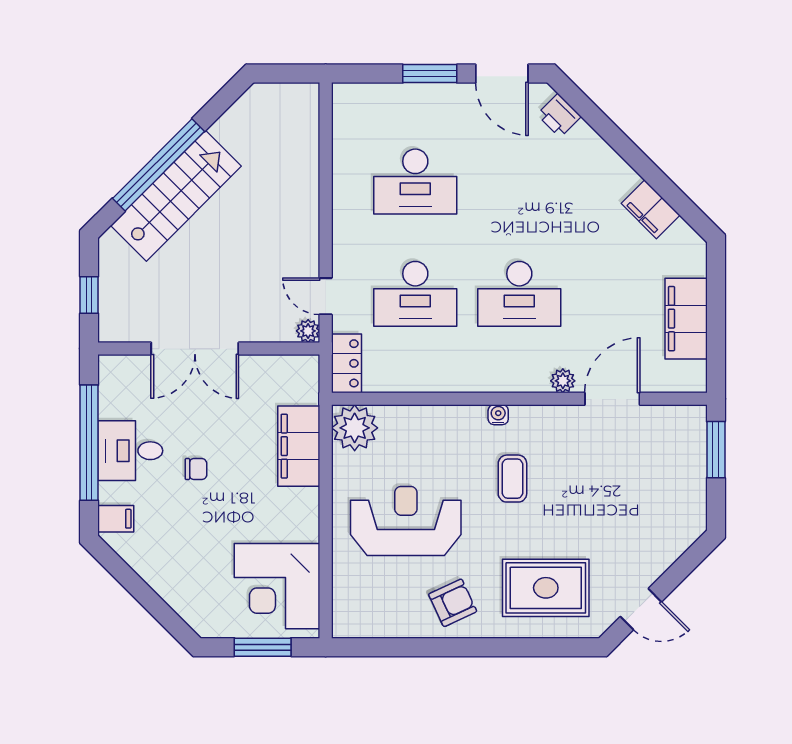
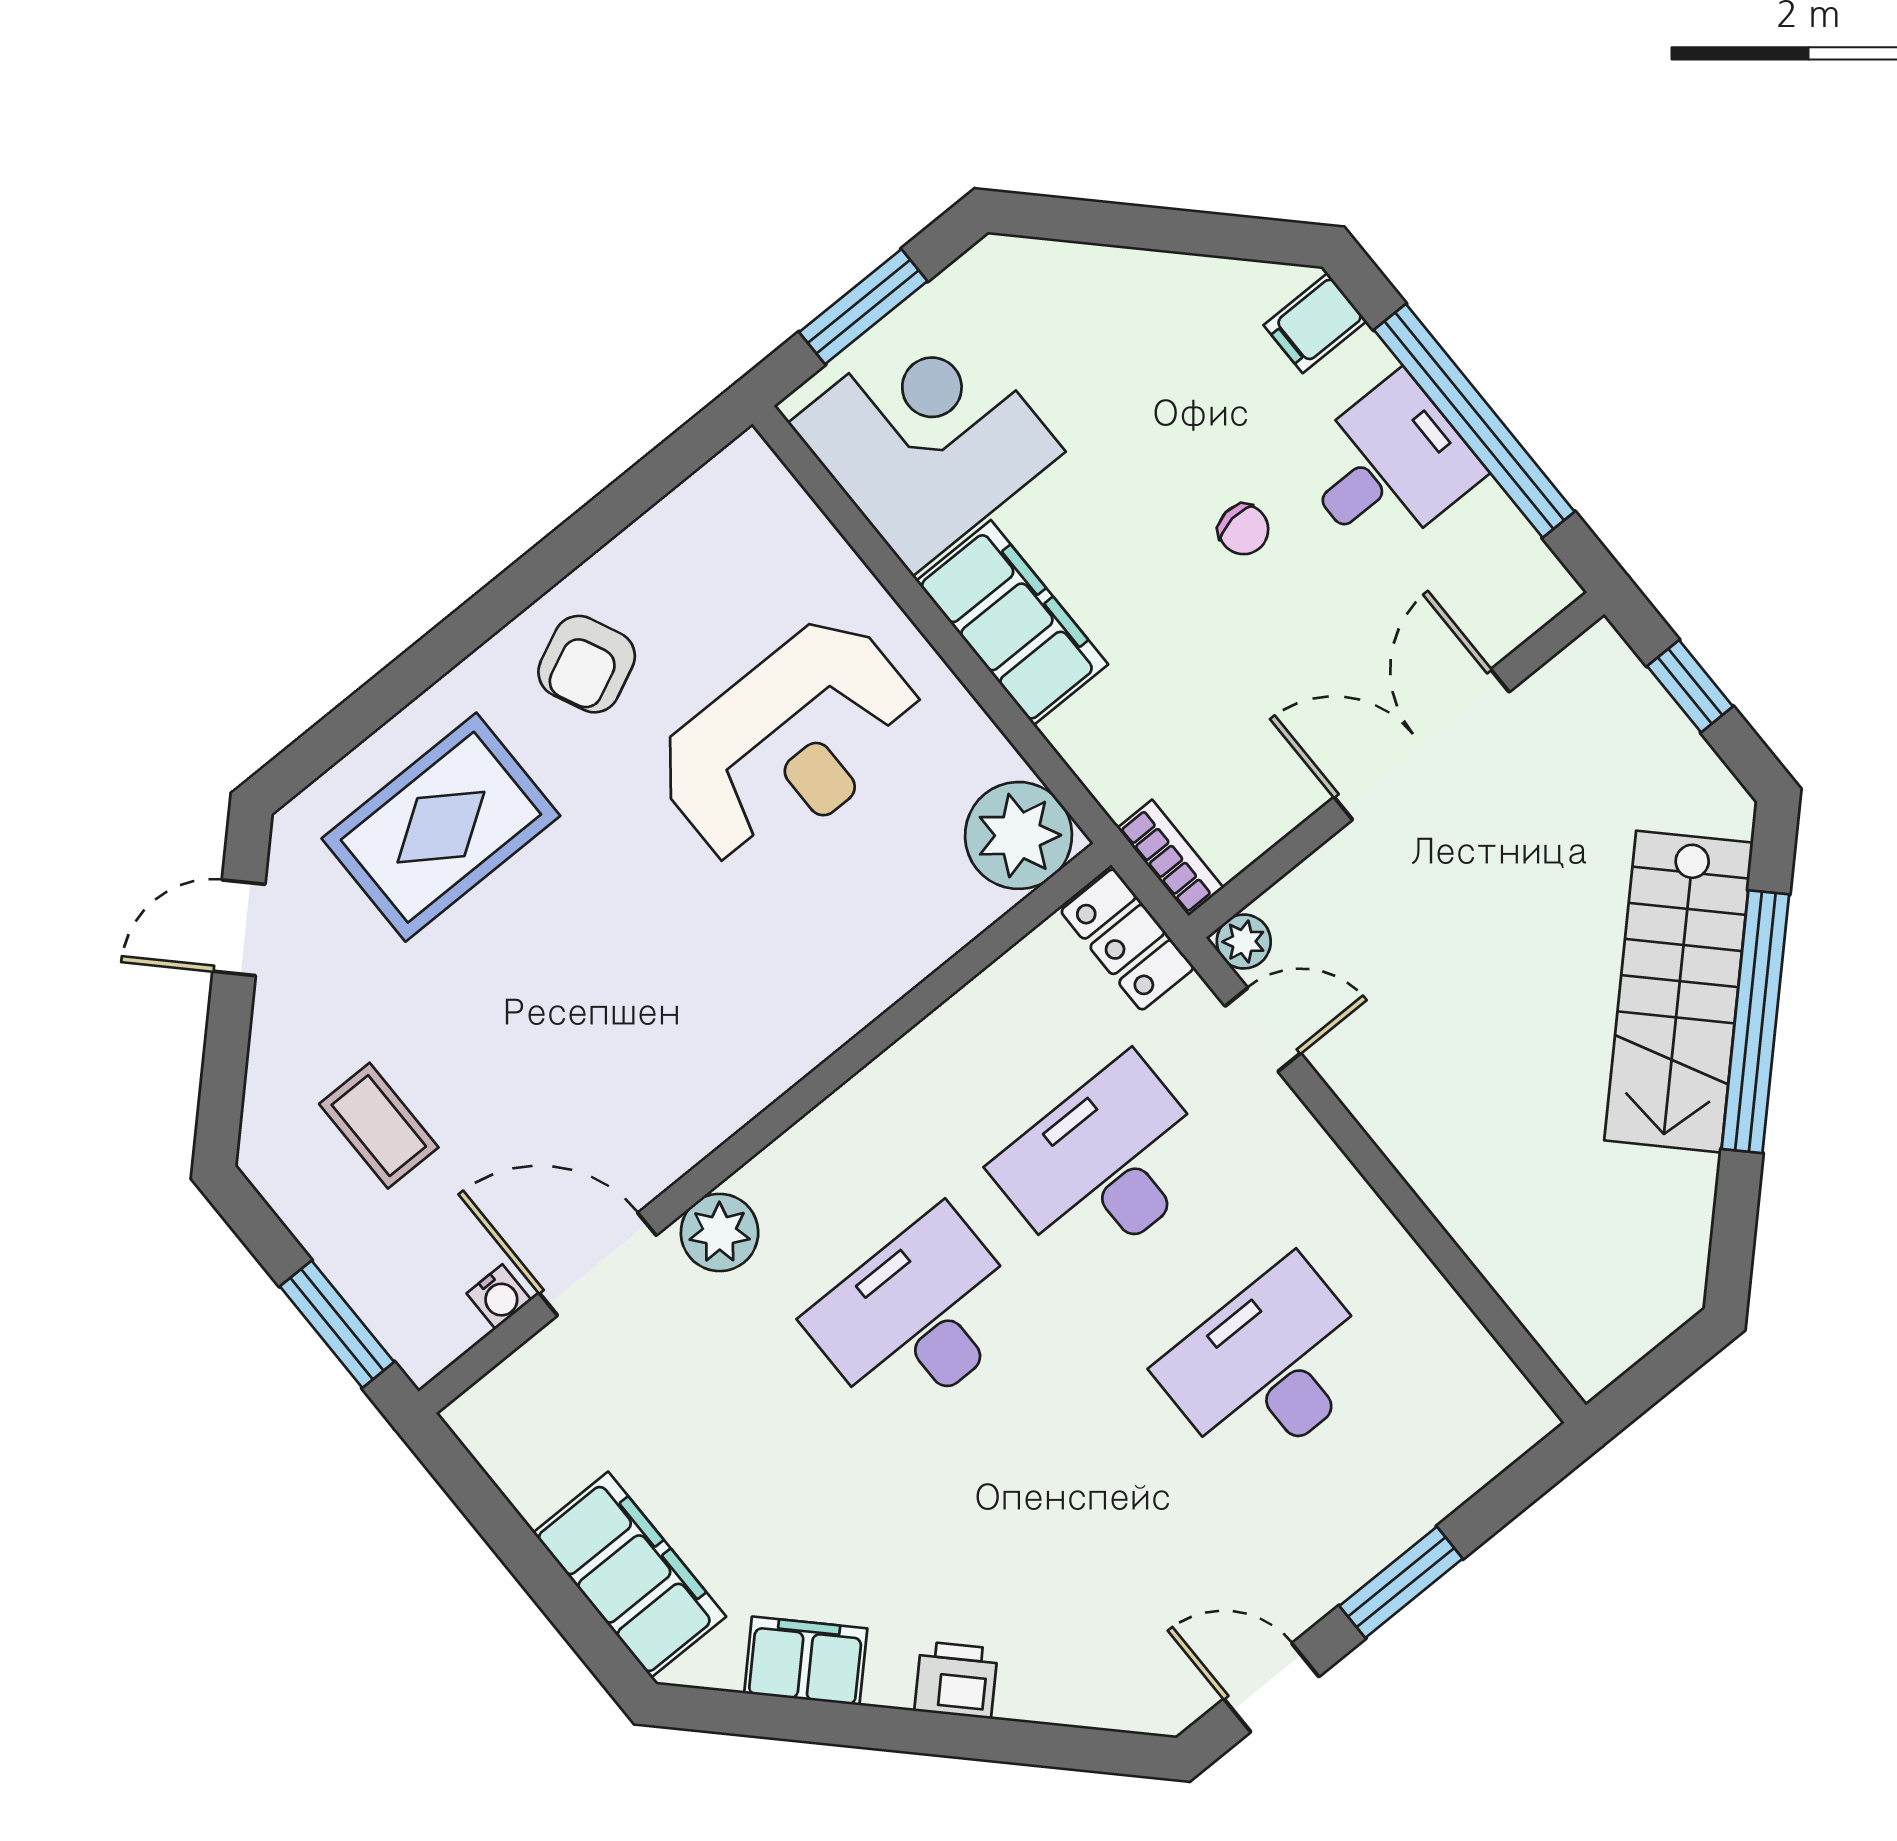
door: (502, 74) -> (1271, 1688), width x0.73
printer: (559, 115) -> (956, 1680), moved
filing cabinet: (686, 319) -> (630, 1575), moved
bookcase: (310, 379) -> (1170, 858), added
plant: (563, 381) -> (720, 1233), width x1.38, depth x1.38
door: (612, 399) -> (598, 1264), swing flipped
water cooler: (498, 415) -> (499, 1297), moved
filing cabinet: (299, 446) -> (1012, 623), moved
chair: (196, 469) -> (1244, 529), turned -97
coffee table: (512, 479) -> (379, 1126), moved

